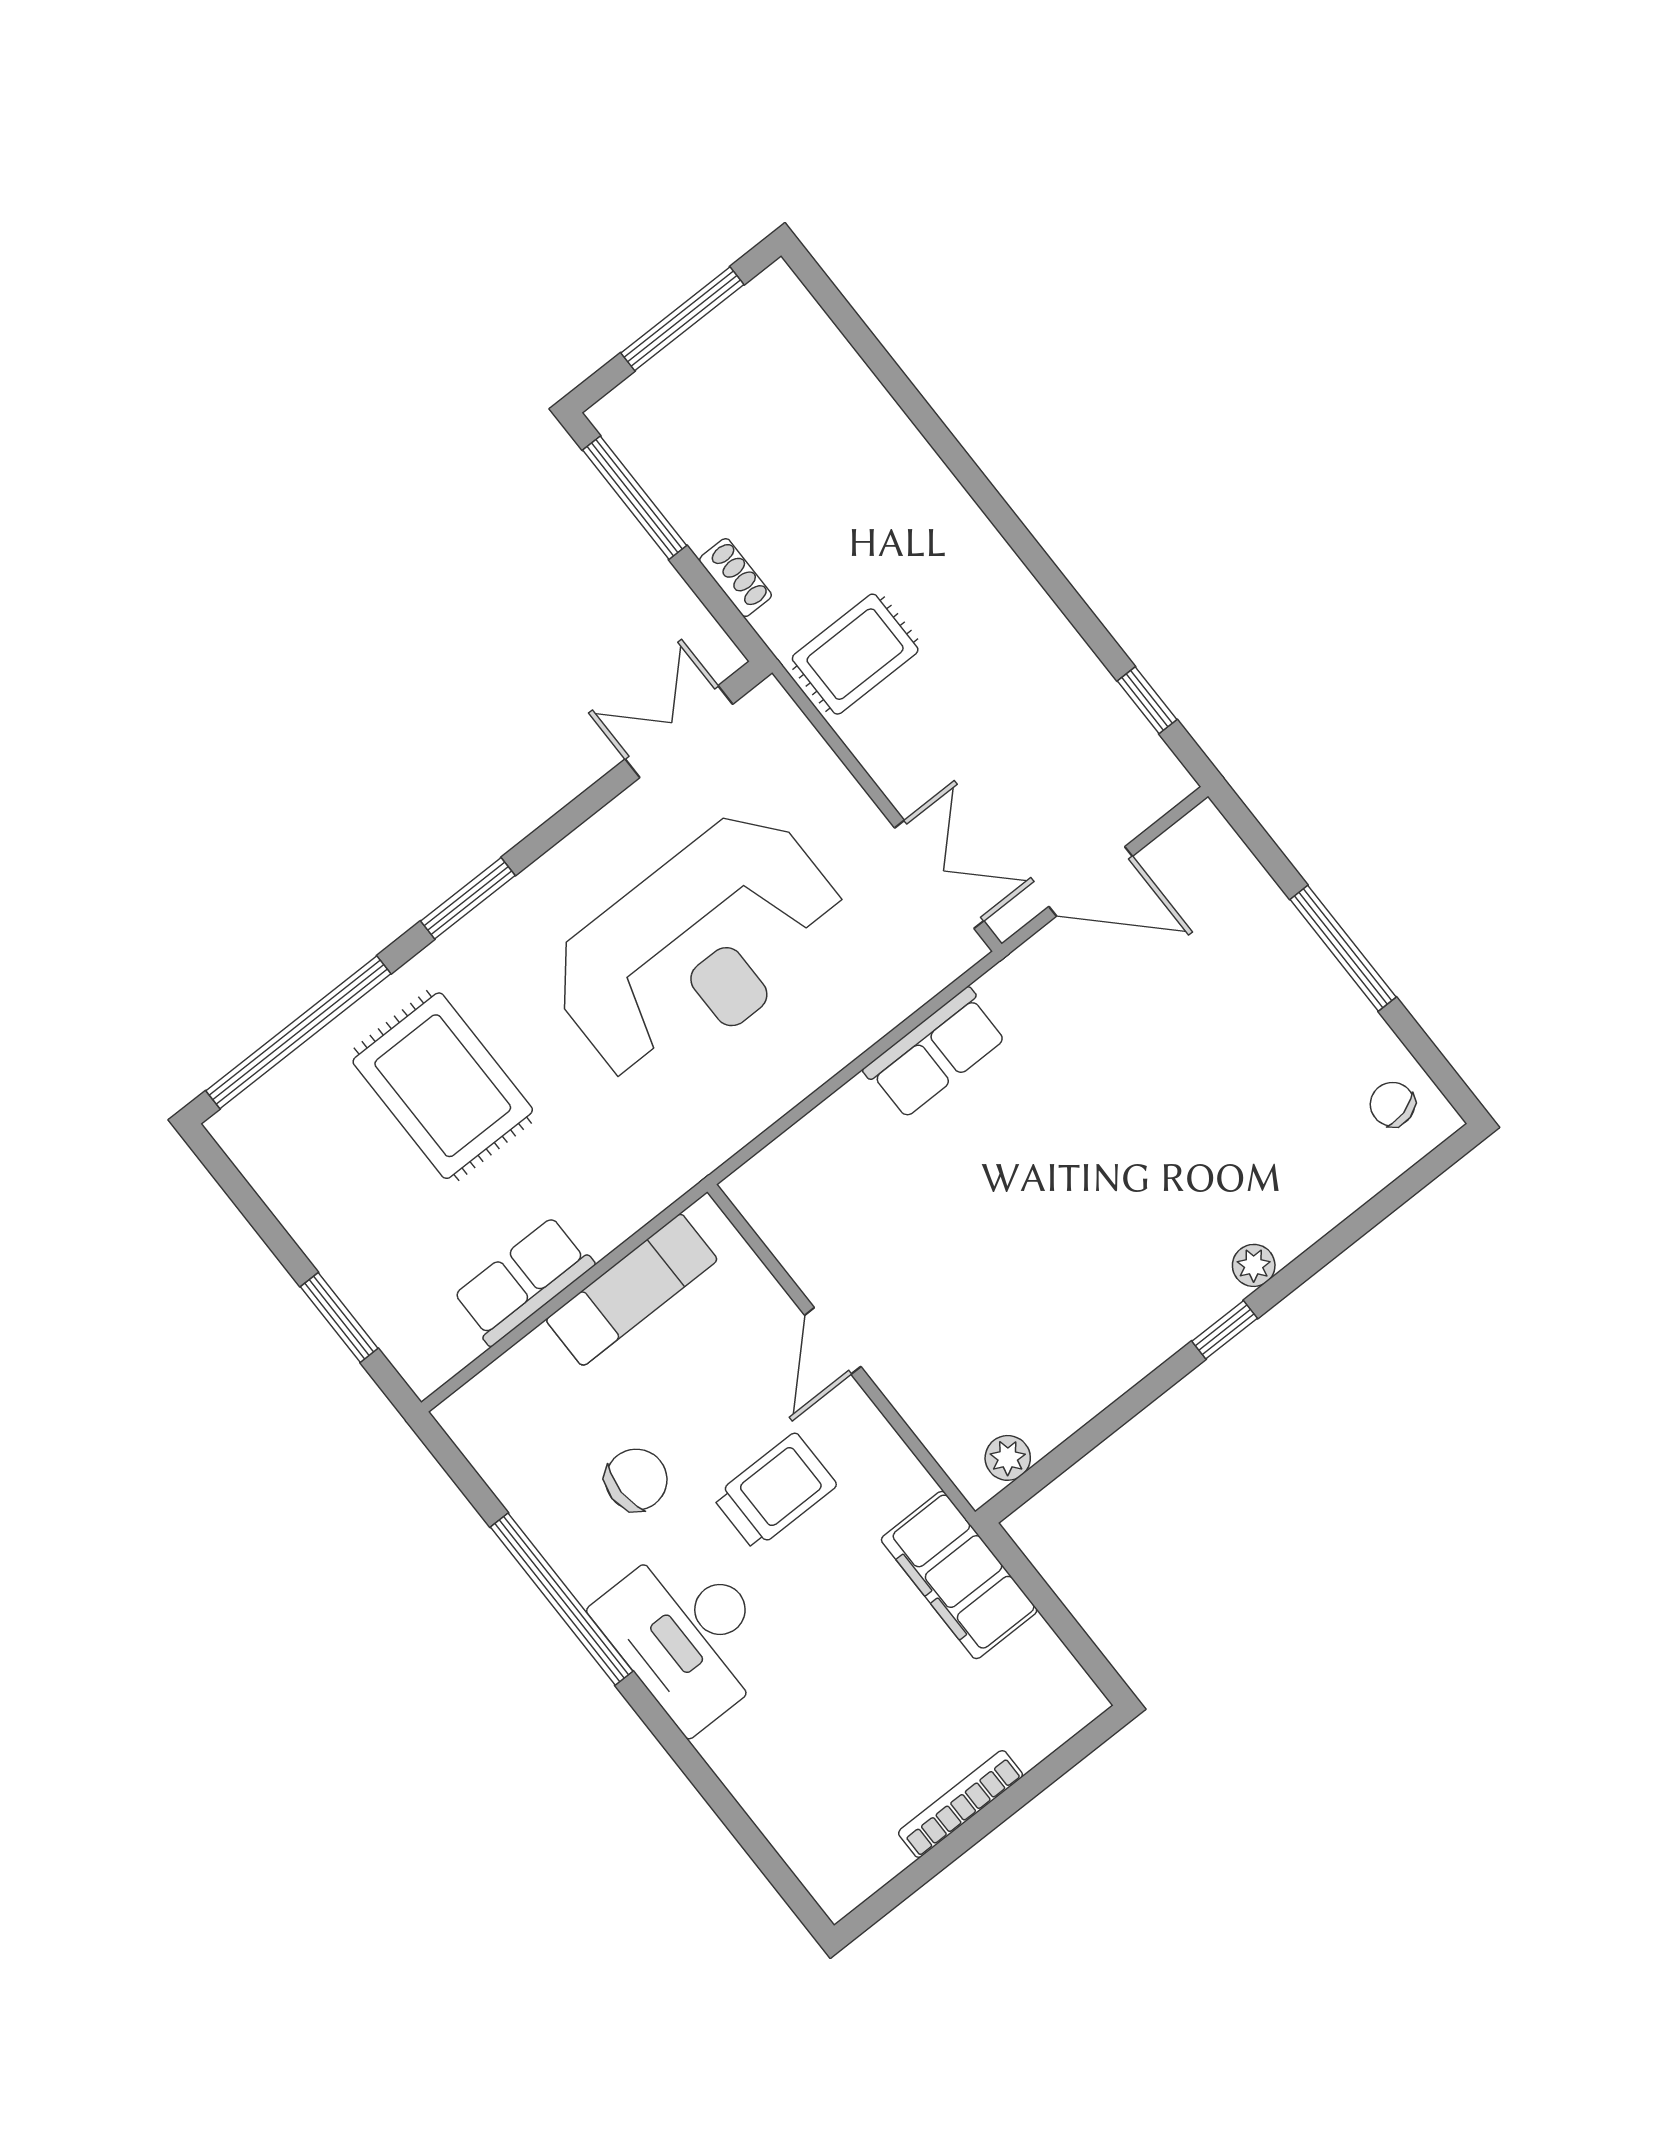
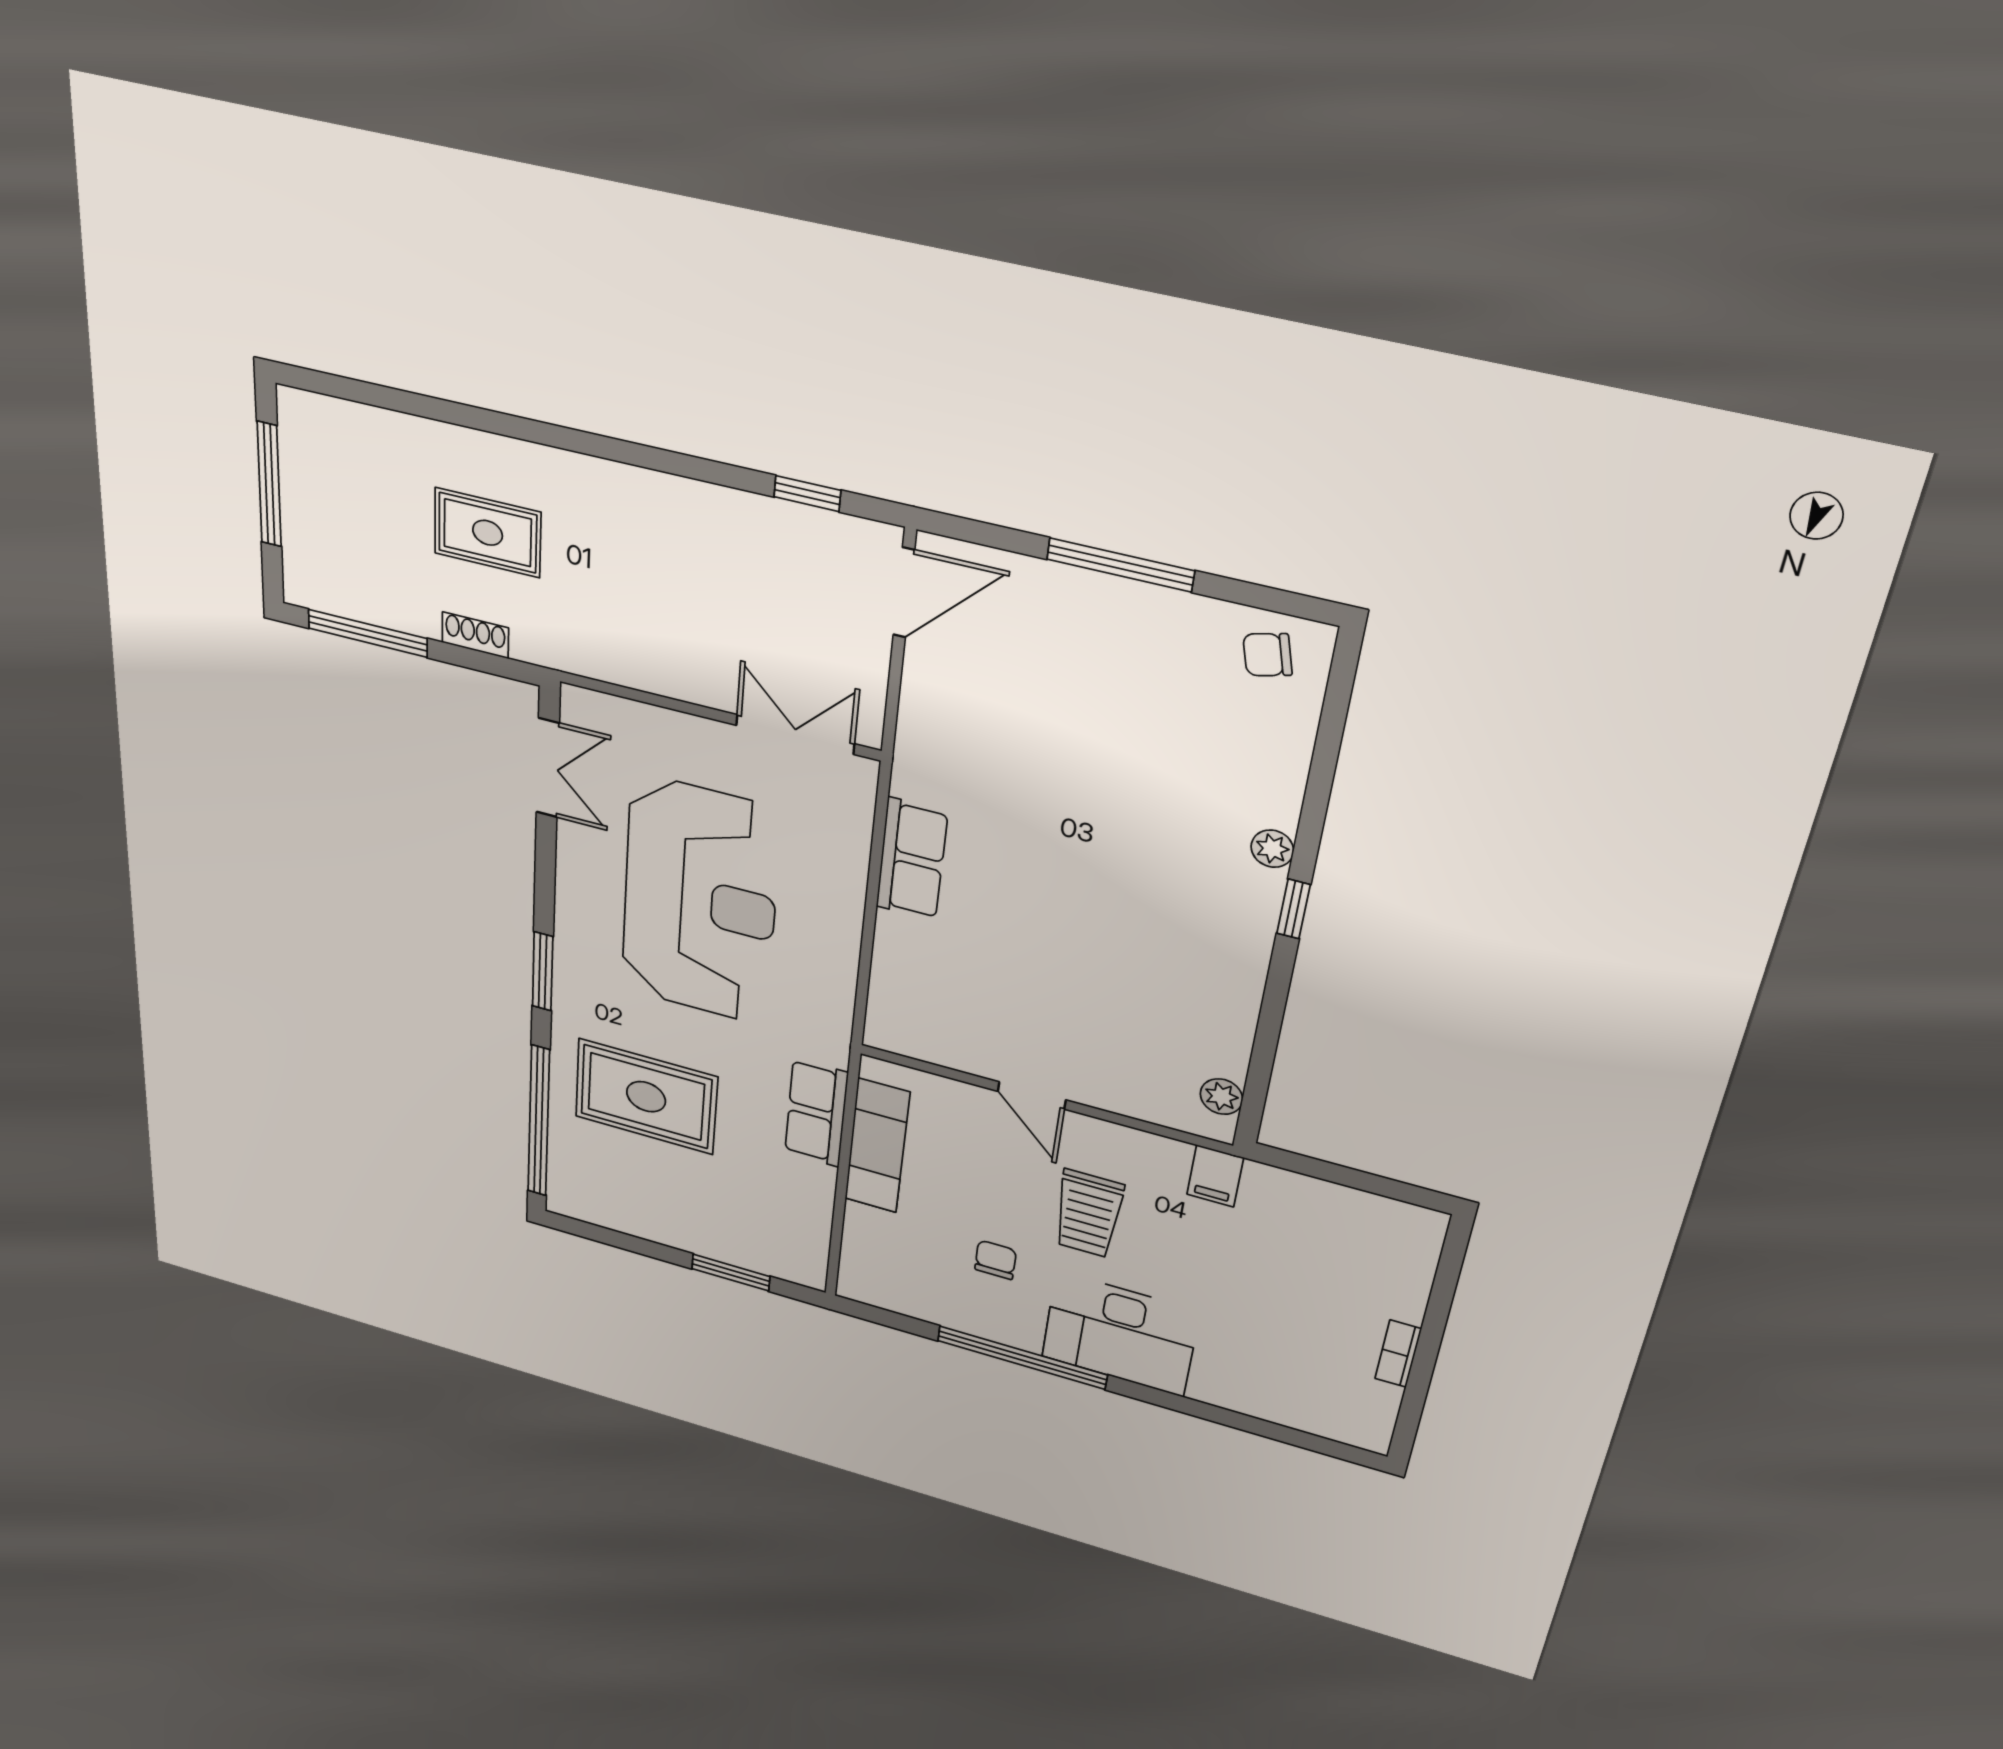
rug: (855, 654) -> (488, 533), moved, turned 90
double door: (679, 732) -> (548, 768), swing flipped
door: (1091, 881) -> (904, 593), moved
row of seats: (523, 1281) -> (816, 1113), moved
chair: (636, 1480) -> (996, 1260), width x0.73, depth x0.73
trolley: (775, 1491) -> (1088, 1214), turned 180
filing cabinet: (959, 1575) -> (1215, 1176), width x0.33, depth x0.86
bookcase: (961, 1804) -> (1398, 1354), width x0.64

